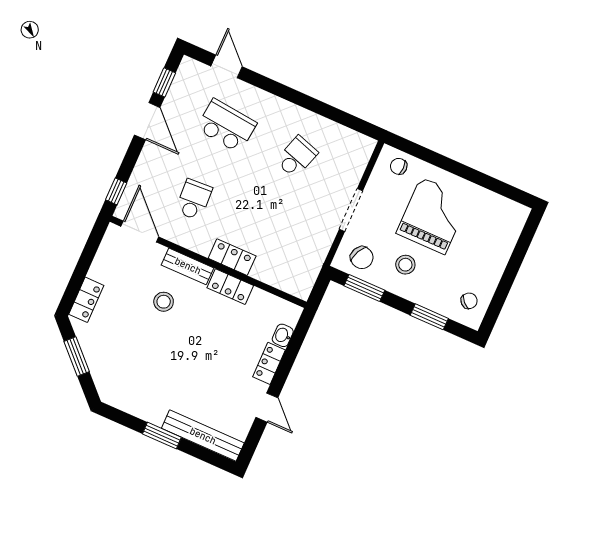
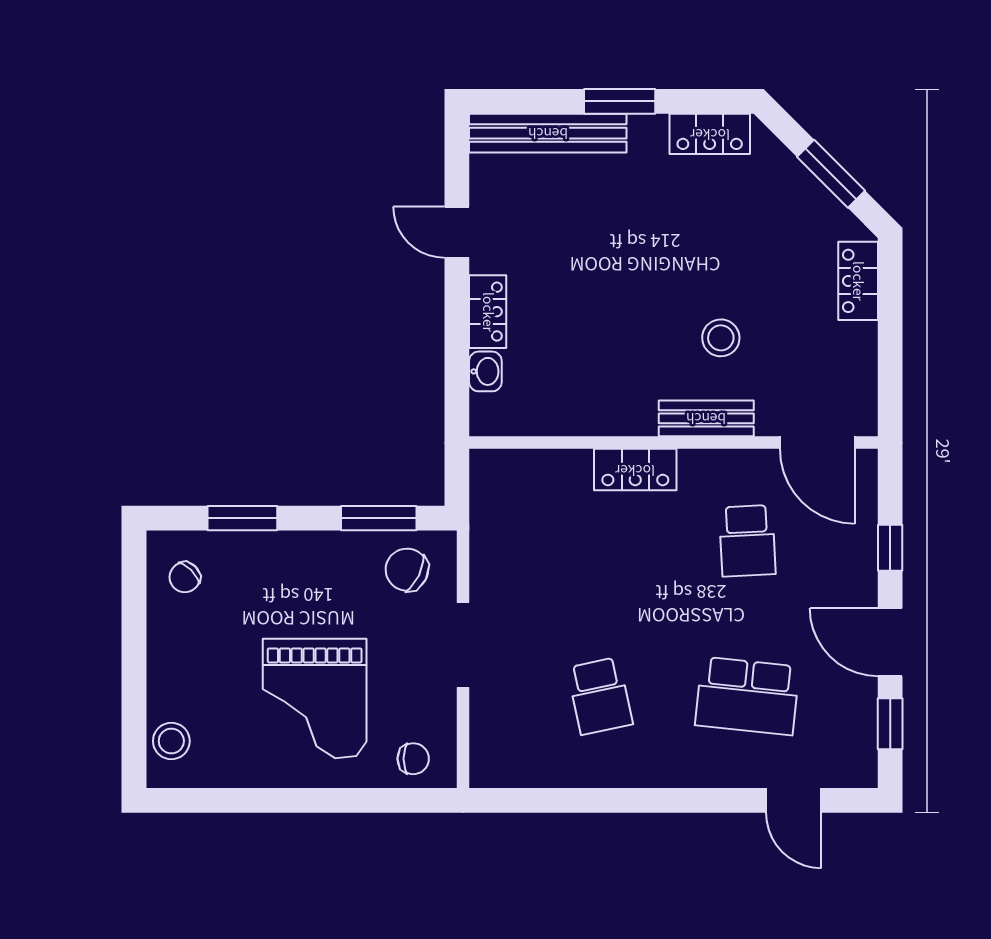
school desk: (297, 157) -> (600, 696), turned -30
window: (116, 191) -> (890, 548), moved
stool: (405, 265) -> (171, 741), moved
locker: (230, 287) -> (710, 134), moved, turned 180

